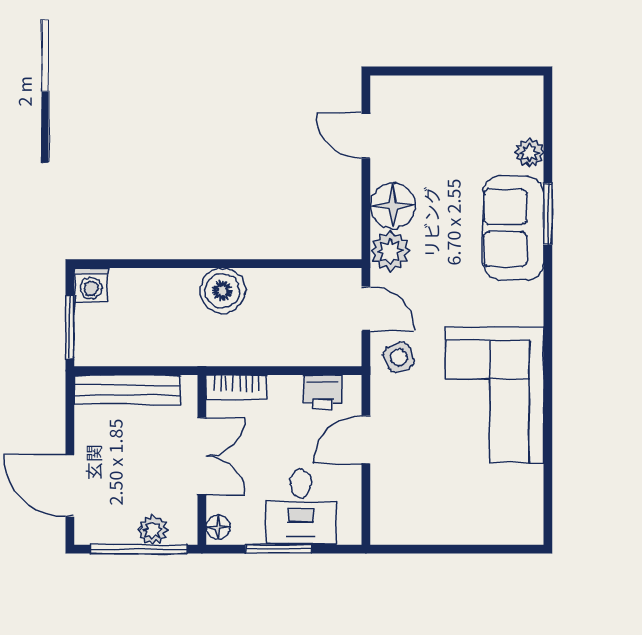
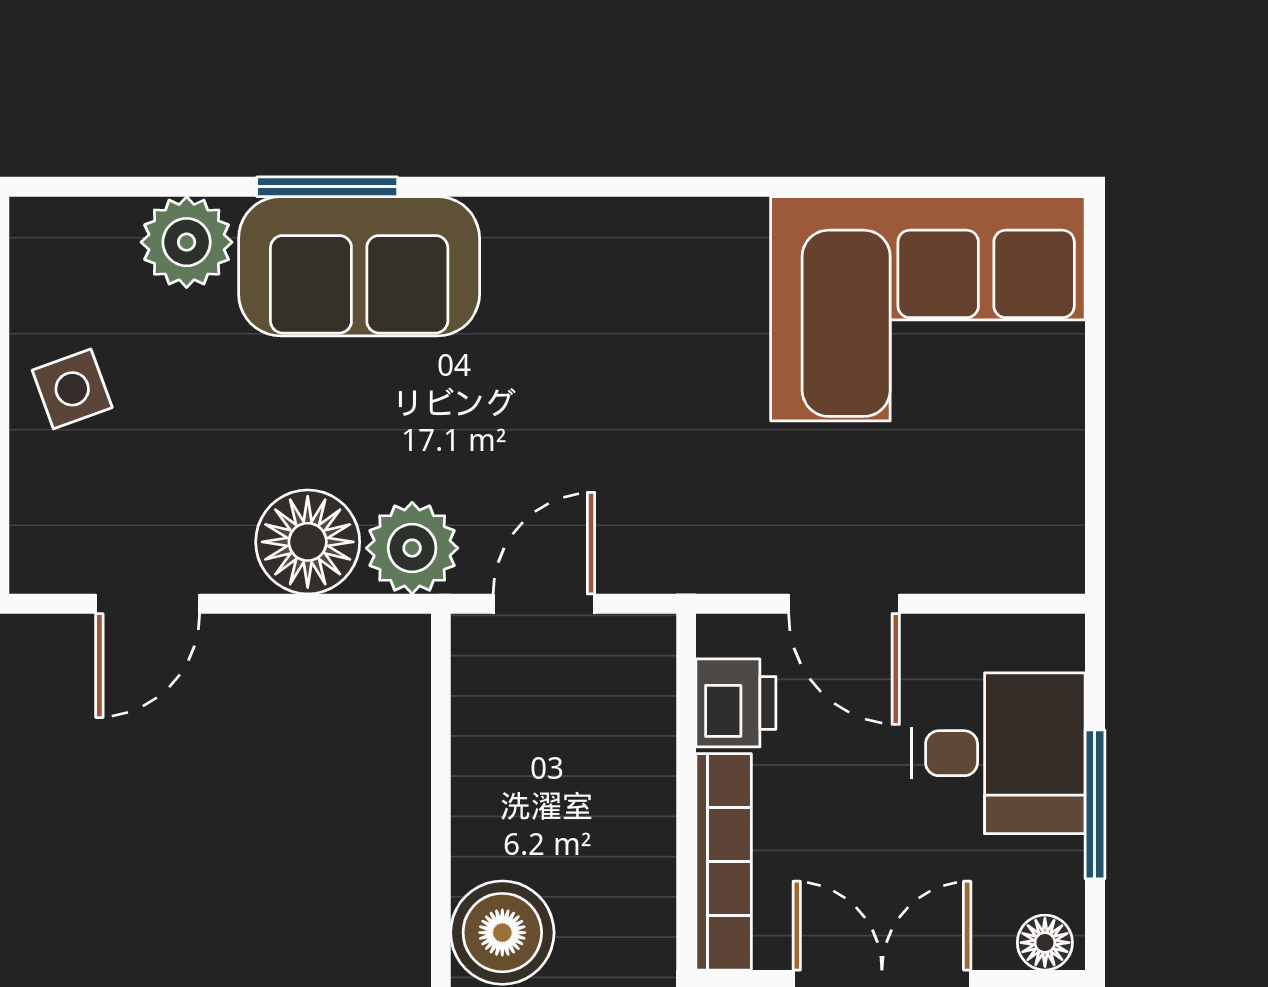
plant: (529, 153) -> (187, 242), width x1.38, depth x1.38
side table: (399, 357) -> (72, 389), moved
bookcase: (236, 387) -> (724, 862), width x1.56
corner sofa: (495, 395) -> (928, 309), moved

